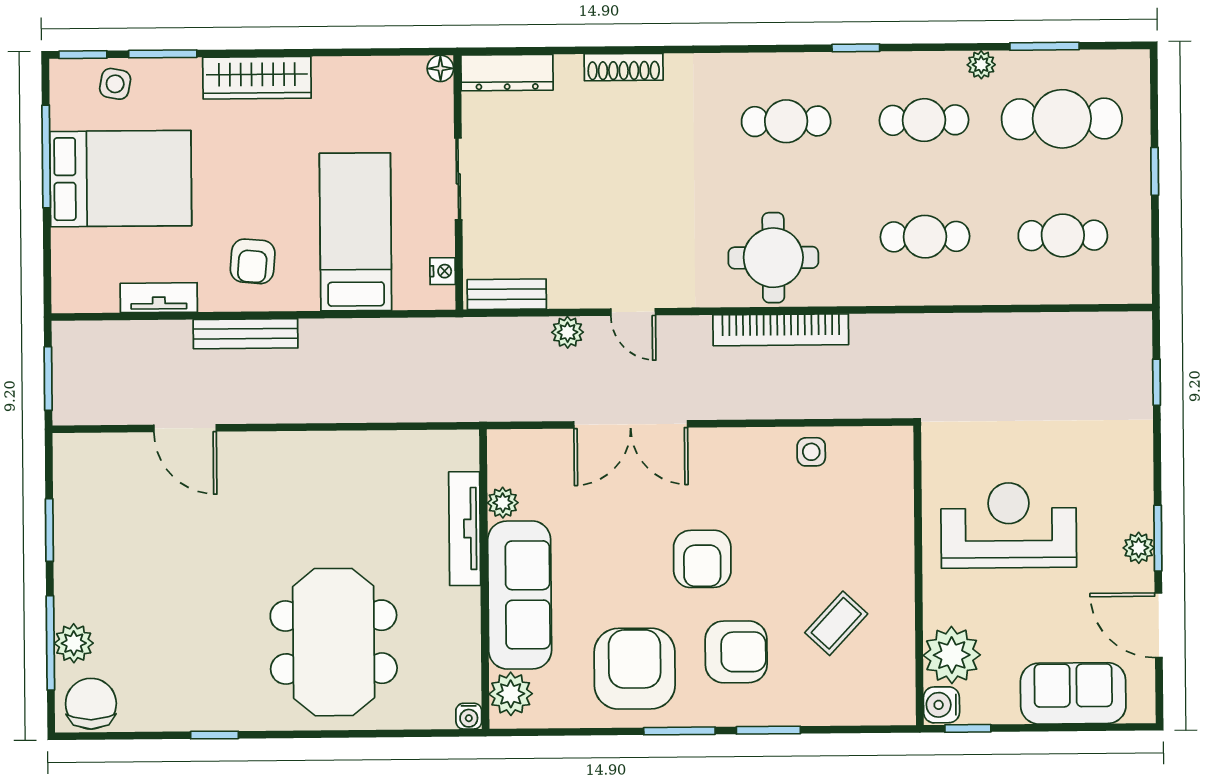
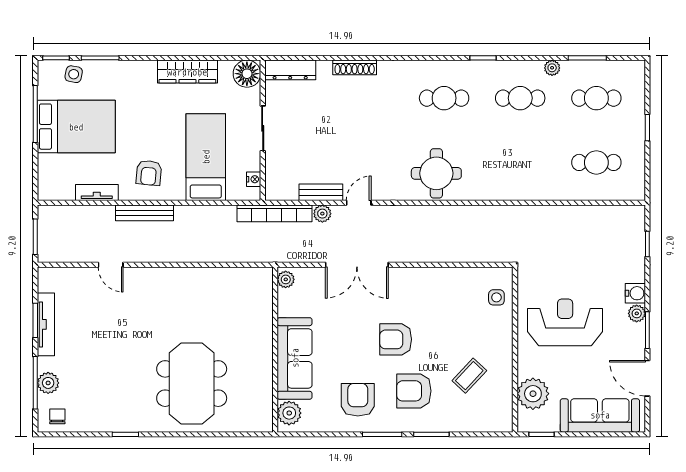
floor lamp: (440, 68) -> (247, 74), width x1.89, depth x1.89
wardrobe: (257, 78) -> (187, 72), moved
cafe table: (1062, 119) -> (596, 98), width x0.73, depth x0.74
cafe table: (925, 237) -> (520, 162), removed
bench: (507, 294) -> (321, 192), moved
door: (633, 312) -> (359, 203), swing flipped
bookcase: (781, 330) -> (274, 213), moved
door: (185, 428) -> (111, 265), width x0.73
side table: (811, 452) -> (496, 297), moved
plant: (503, 503) -> (286, 279), moved
tv unit: (465, 529) -> (46, 324), moved, turned 180
plant: (1139, 548) -> (637, 313), moved
armchair: (702, 559) -> (396, 339), turned 90
armchair: (736, 652) -> (414, 391), turned 180
armchair: (635, 669) -> (358, 400), width x0.73, depth x0.73
sofa: (1073, 693) -> (600, 415), width x1.36
chair: (91, 704) -> (57, 416), width x0.54, depth x0.54
water cooler: (941, 705) -> (635, 293), moved, turned 180
water cooler: (469, 716) -> (266, 425), removed

